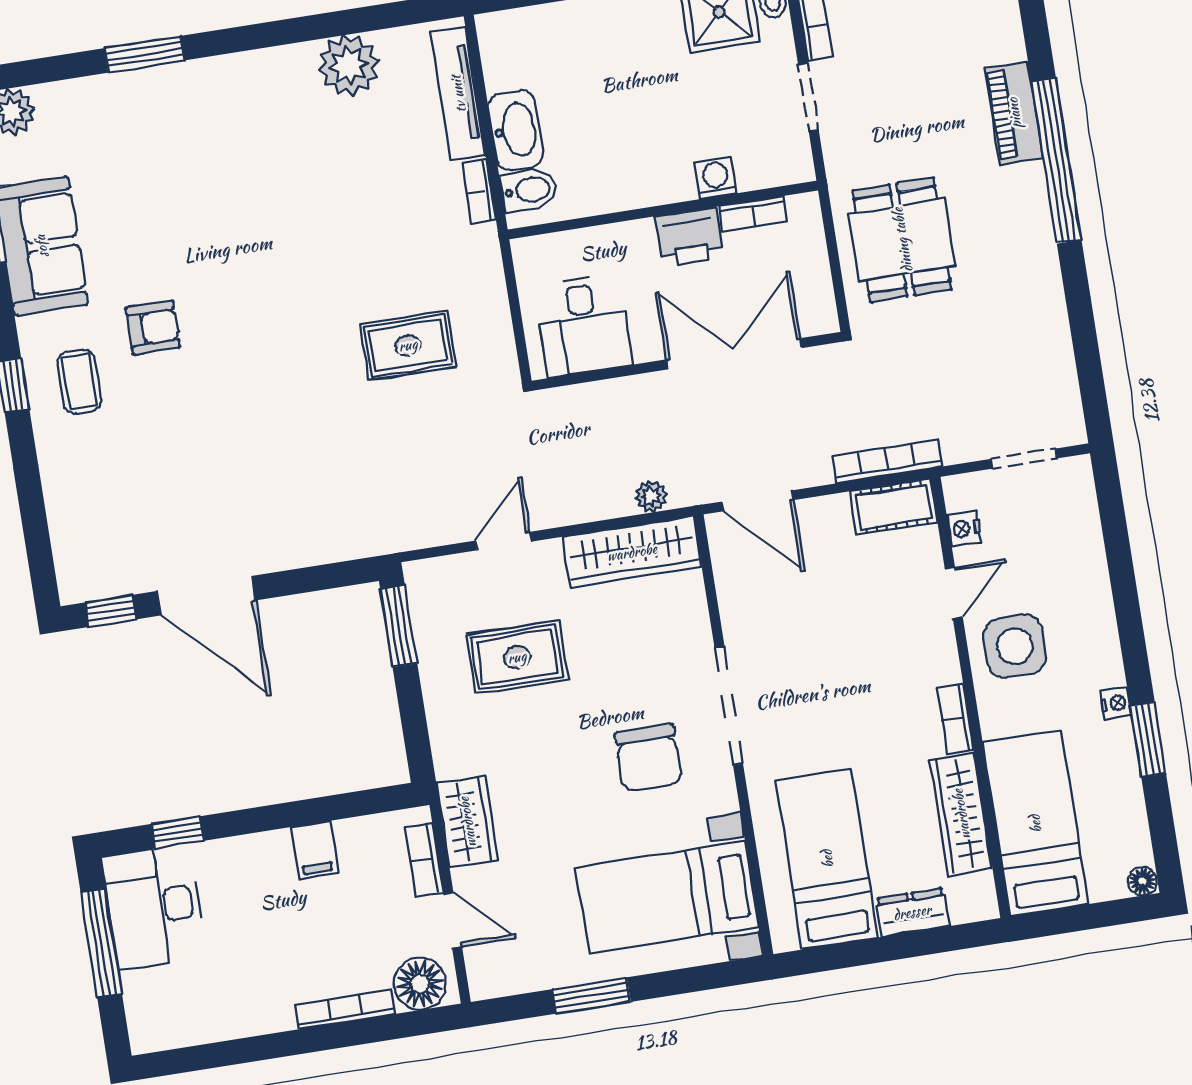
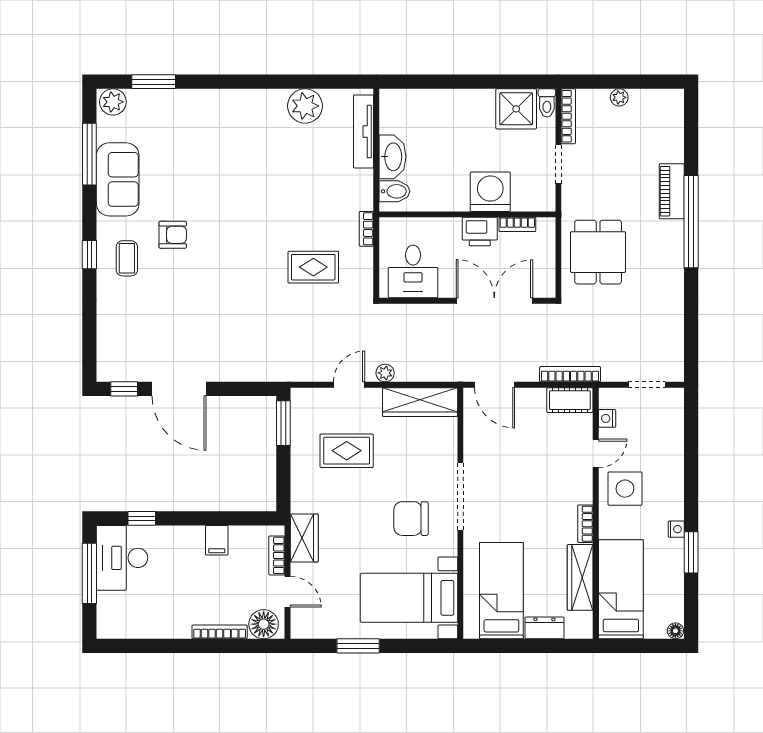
window: (144, 54) -> (154, 82), moved
washing machine: (716, 178) -> (490, 192), width x1.89, depth x1.89
bookcase: (479, 191) -> (366, 229), moved
plant: (651, 497) -> (385, 373), moved
chair: (649, 758) -> (411, 519), turned 90

